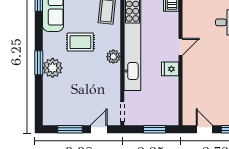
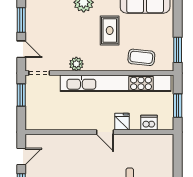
plant: (113, 57) -> (76, 64), moved
fridge: (170, 69) -> (122, 122), moved
window: (155, 129) -> (21, 95), moved

